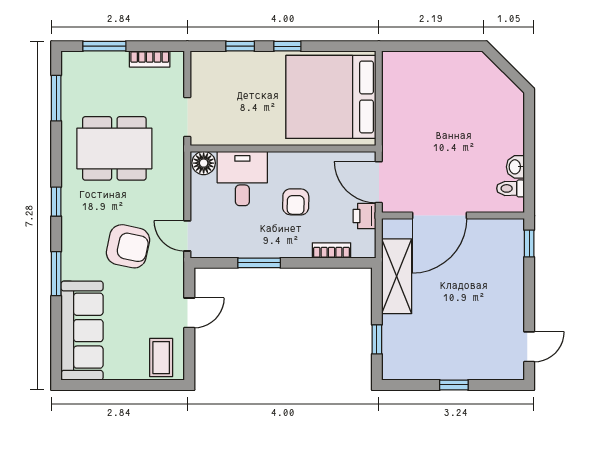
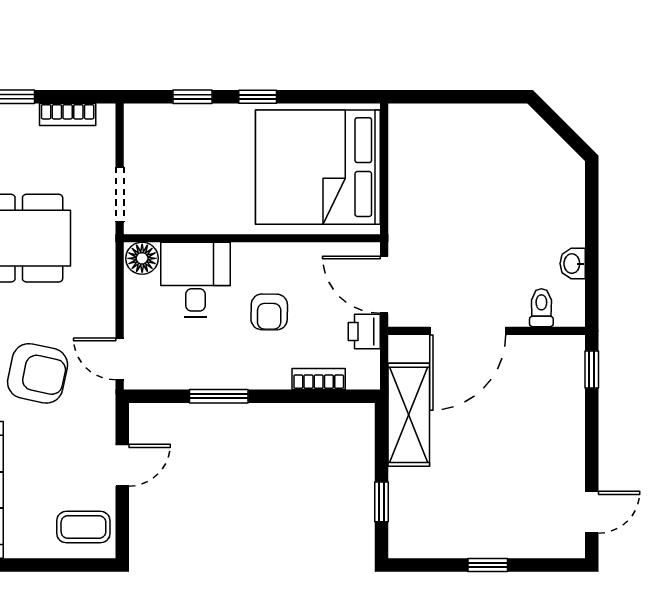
toilet: (511, 188) -> (541, 308), moved, turned 90
coffee table: (161, 358) -> (83, 527), turned 90

